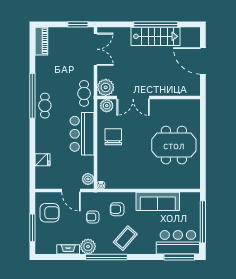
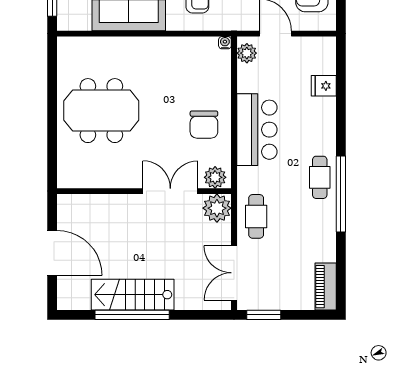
cafe table: (84, 93) -> (256, 216), moved

